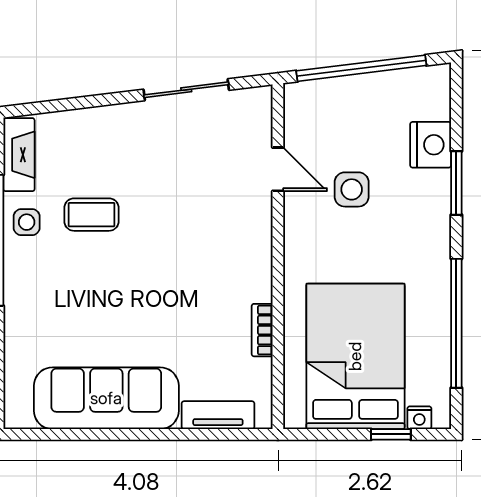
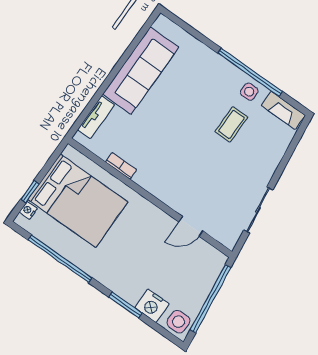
side table: (352, 189) -> (178, 322), moved

